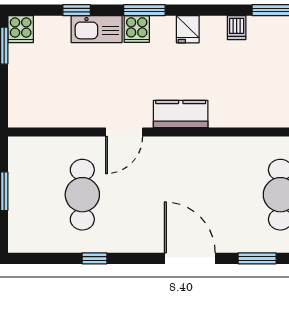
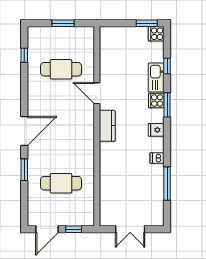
window: (94, 258) -> (24, 55), moved

